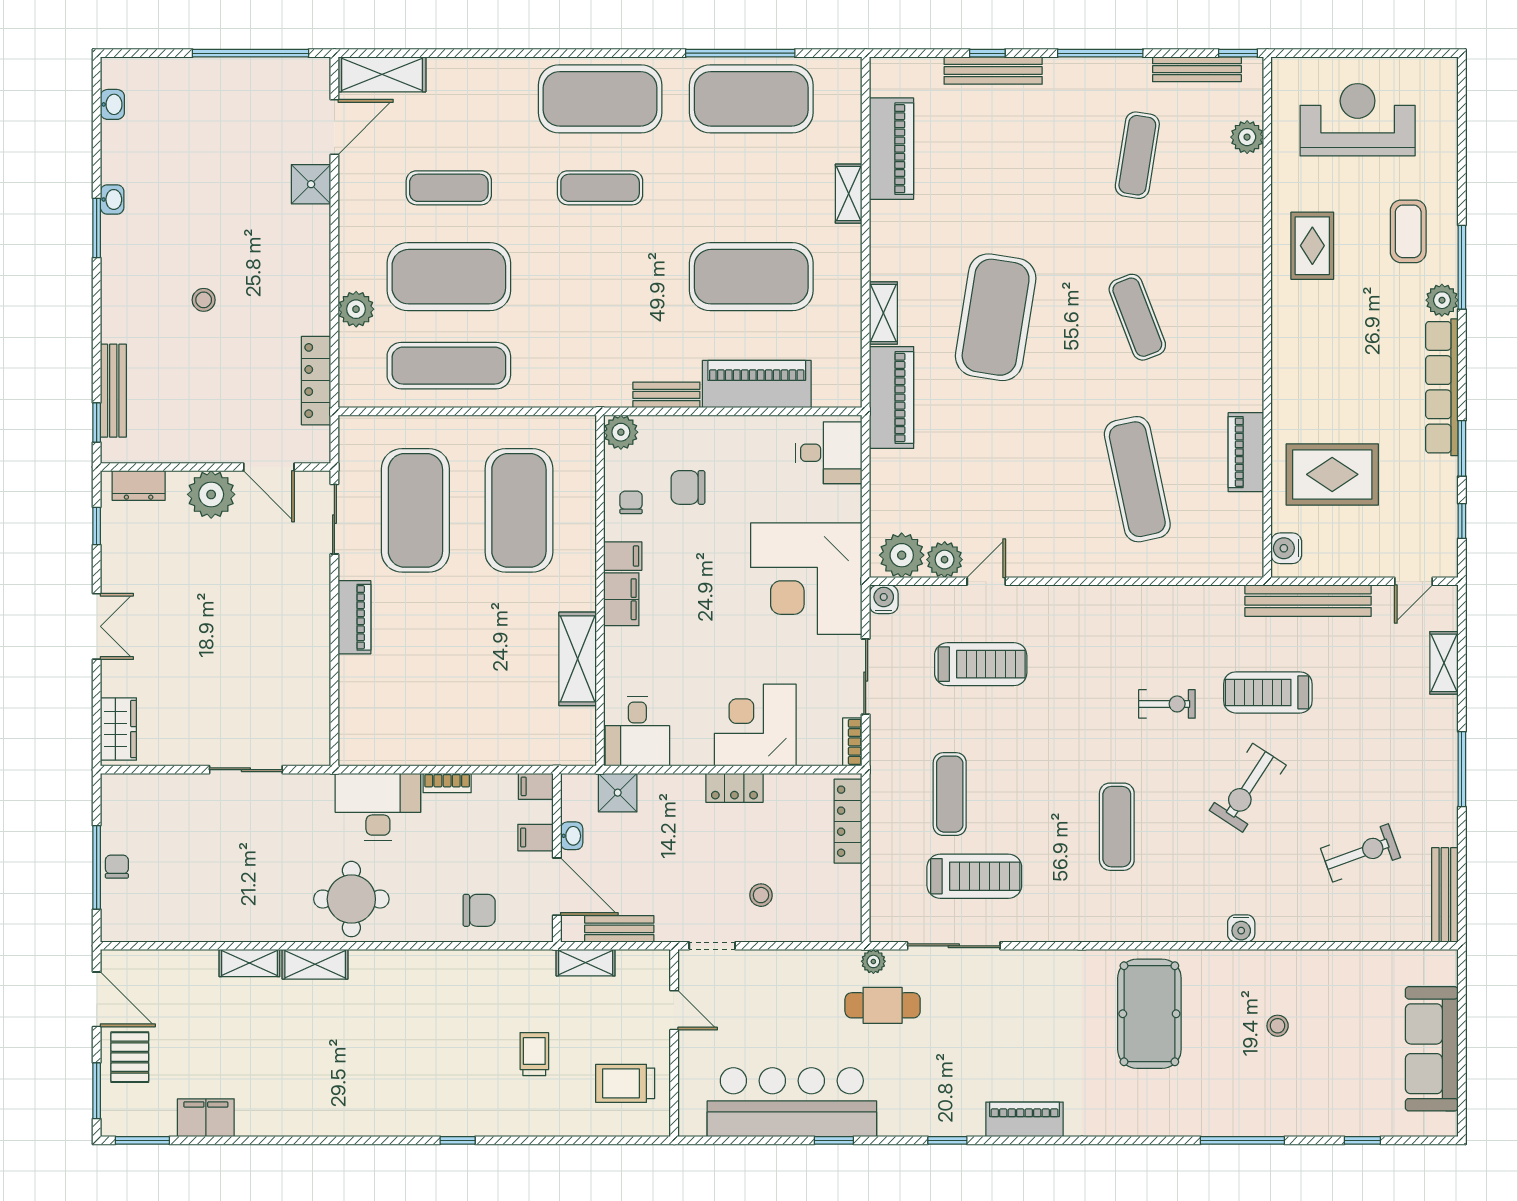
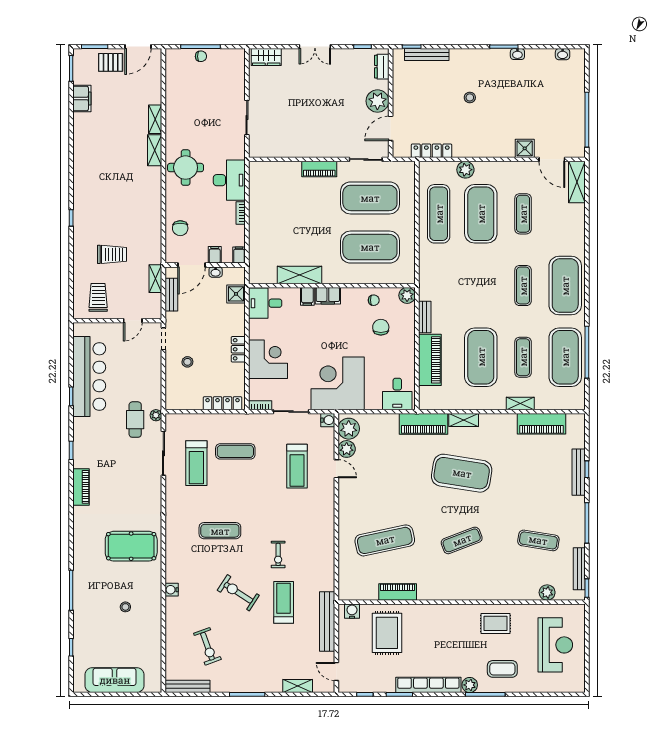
exercise mat: (751, 188) -> (523, 357), added
filing cabinet: (623, 556) -> (307, 296), moved
trolley: (534, 1054) -> (112, 254), width x1.36, depth x1.39

